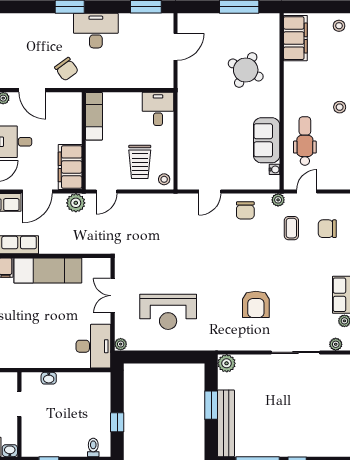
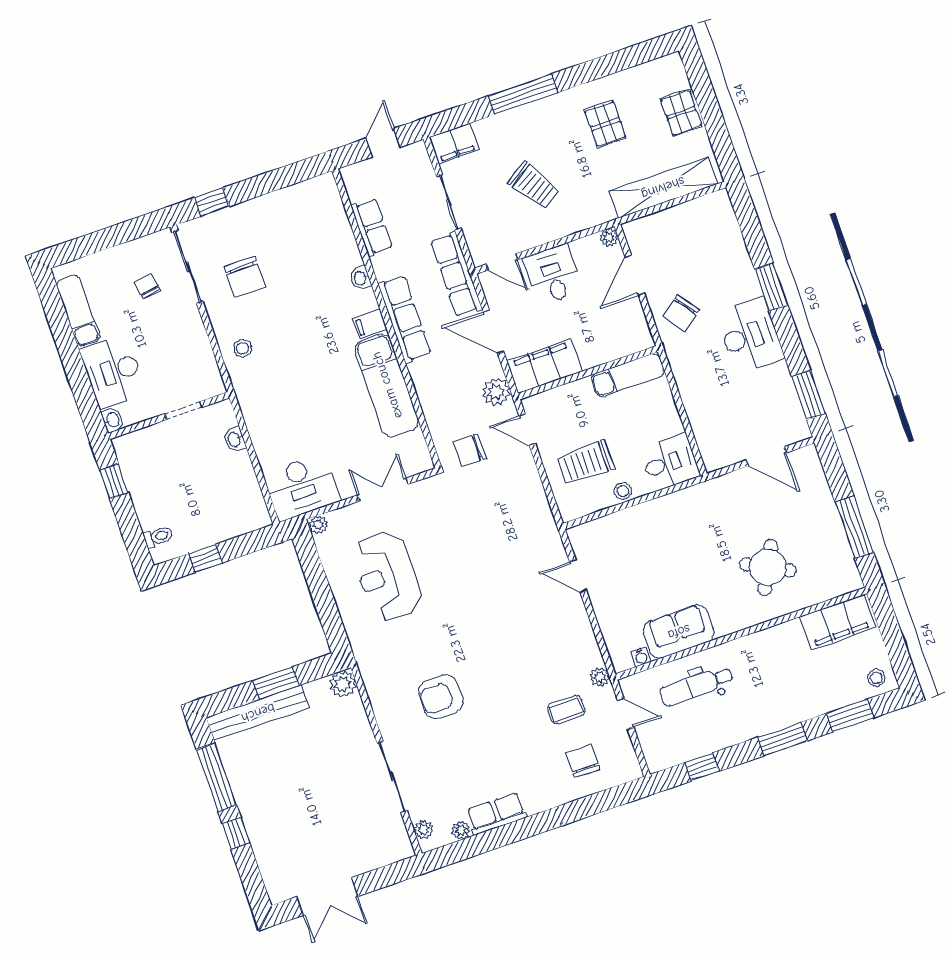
stool: (340, 107) -> (761, 719), removed
dental chair: (305, 141) -> (696, 686), turned 180
stool: (164, 179) -> (623, 491), moved
chair: (245, 210) -> (470, 450), moved

